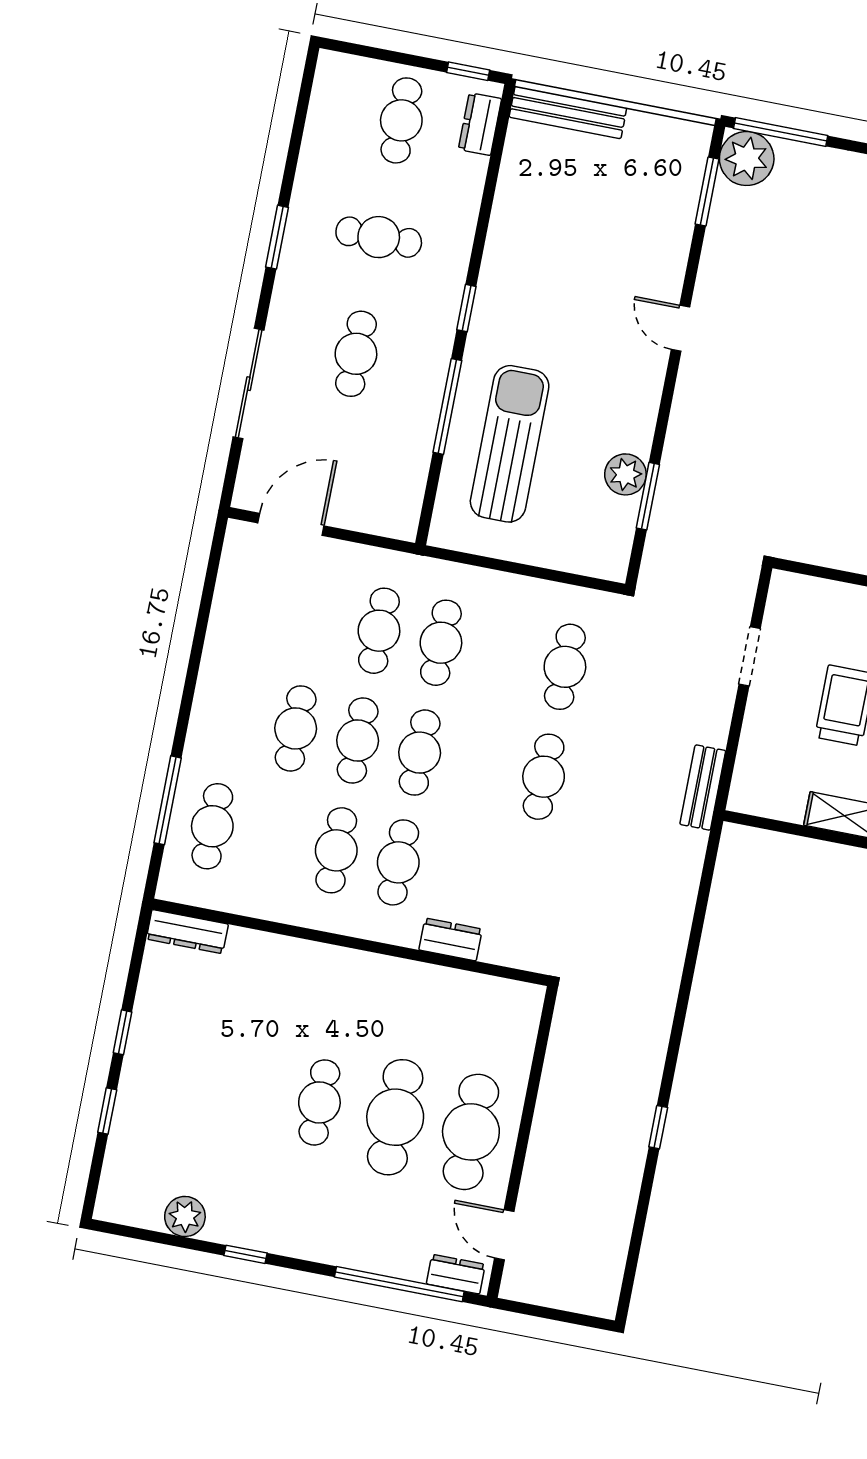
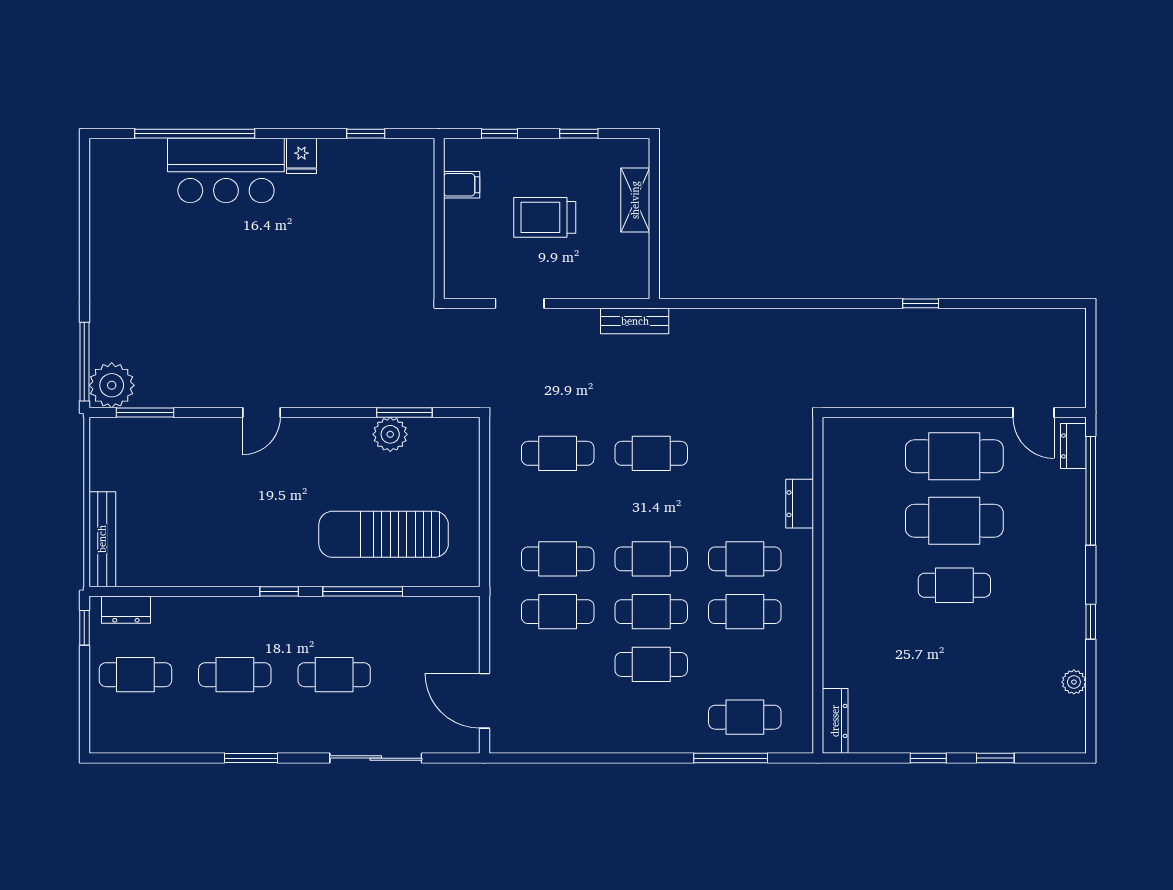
cafe table: (379, 237) -> (235, 675), turned 90
plant: (185, 1216) -> (1074, 682), width x0.73, depth x0.73
door: (504, 1235) -> (1033, 412), hinge flipped

